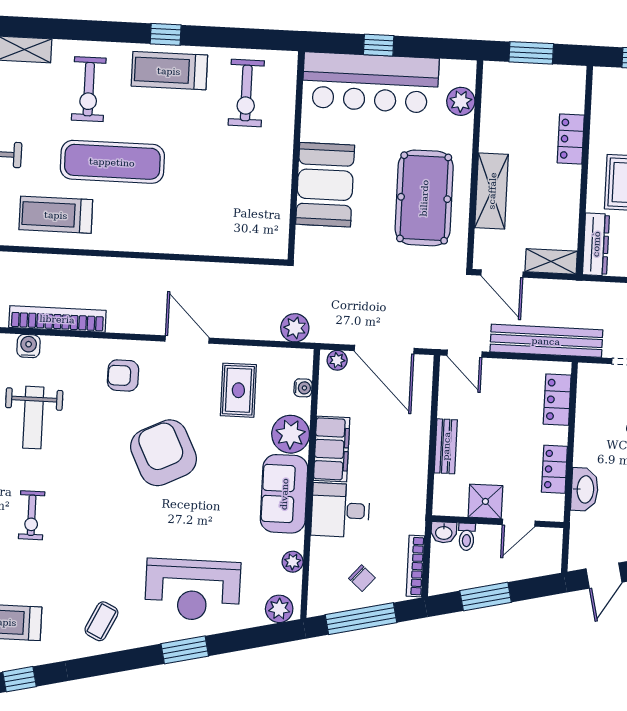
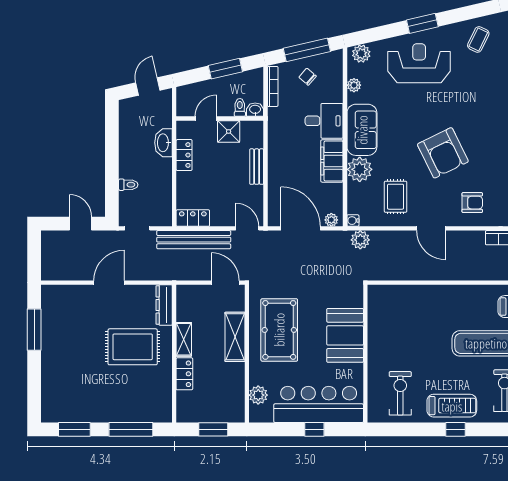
shelving: (551, 261) -> (184, 339), moved, turned 90
water cooler: (303, 388) -> (353, 221), moved
locker: (557, 400) -> (193, 218), moved, turned -90

